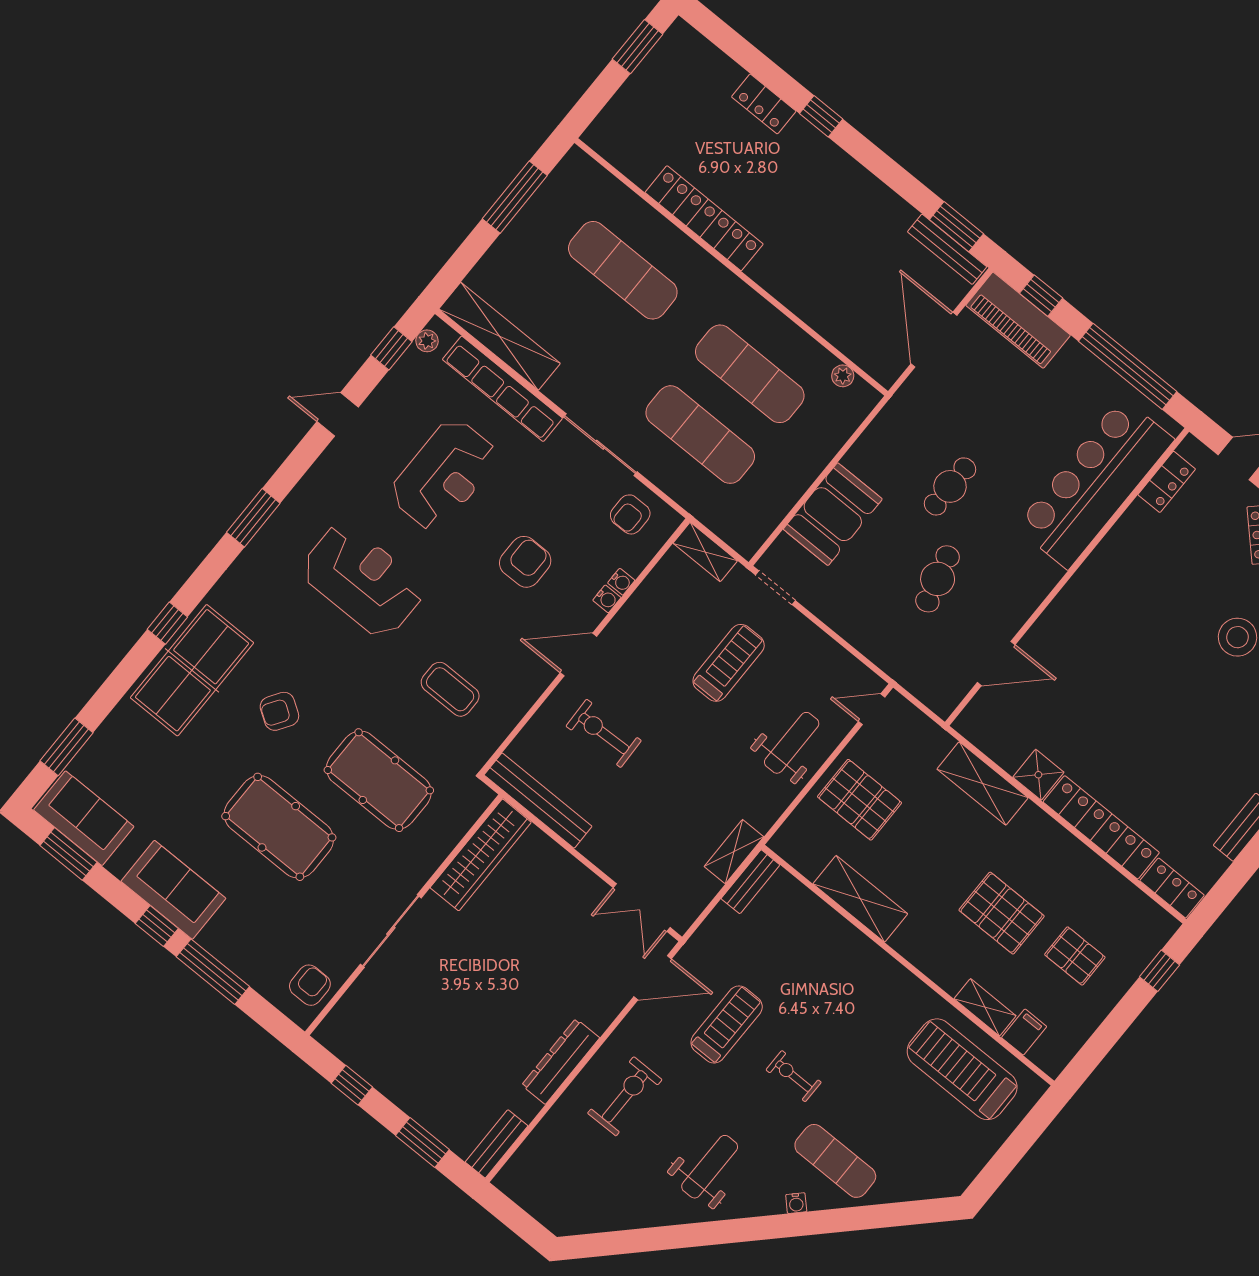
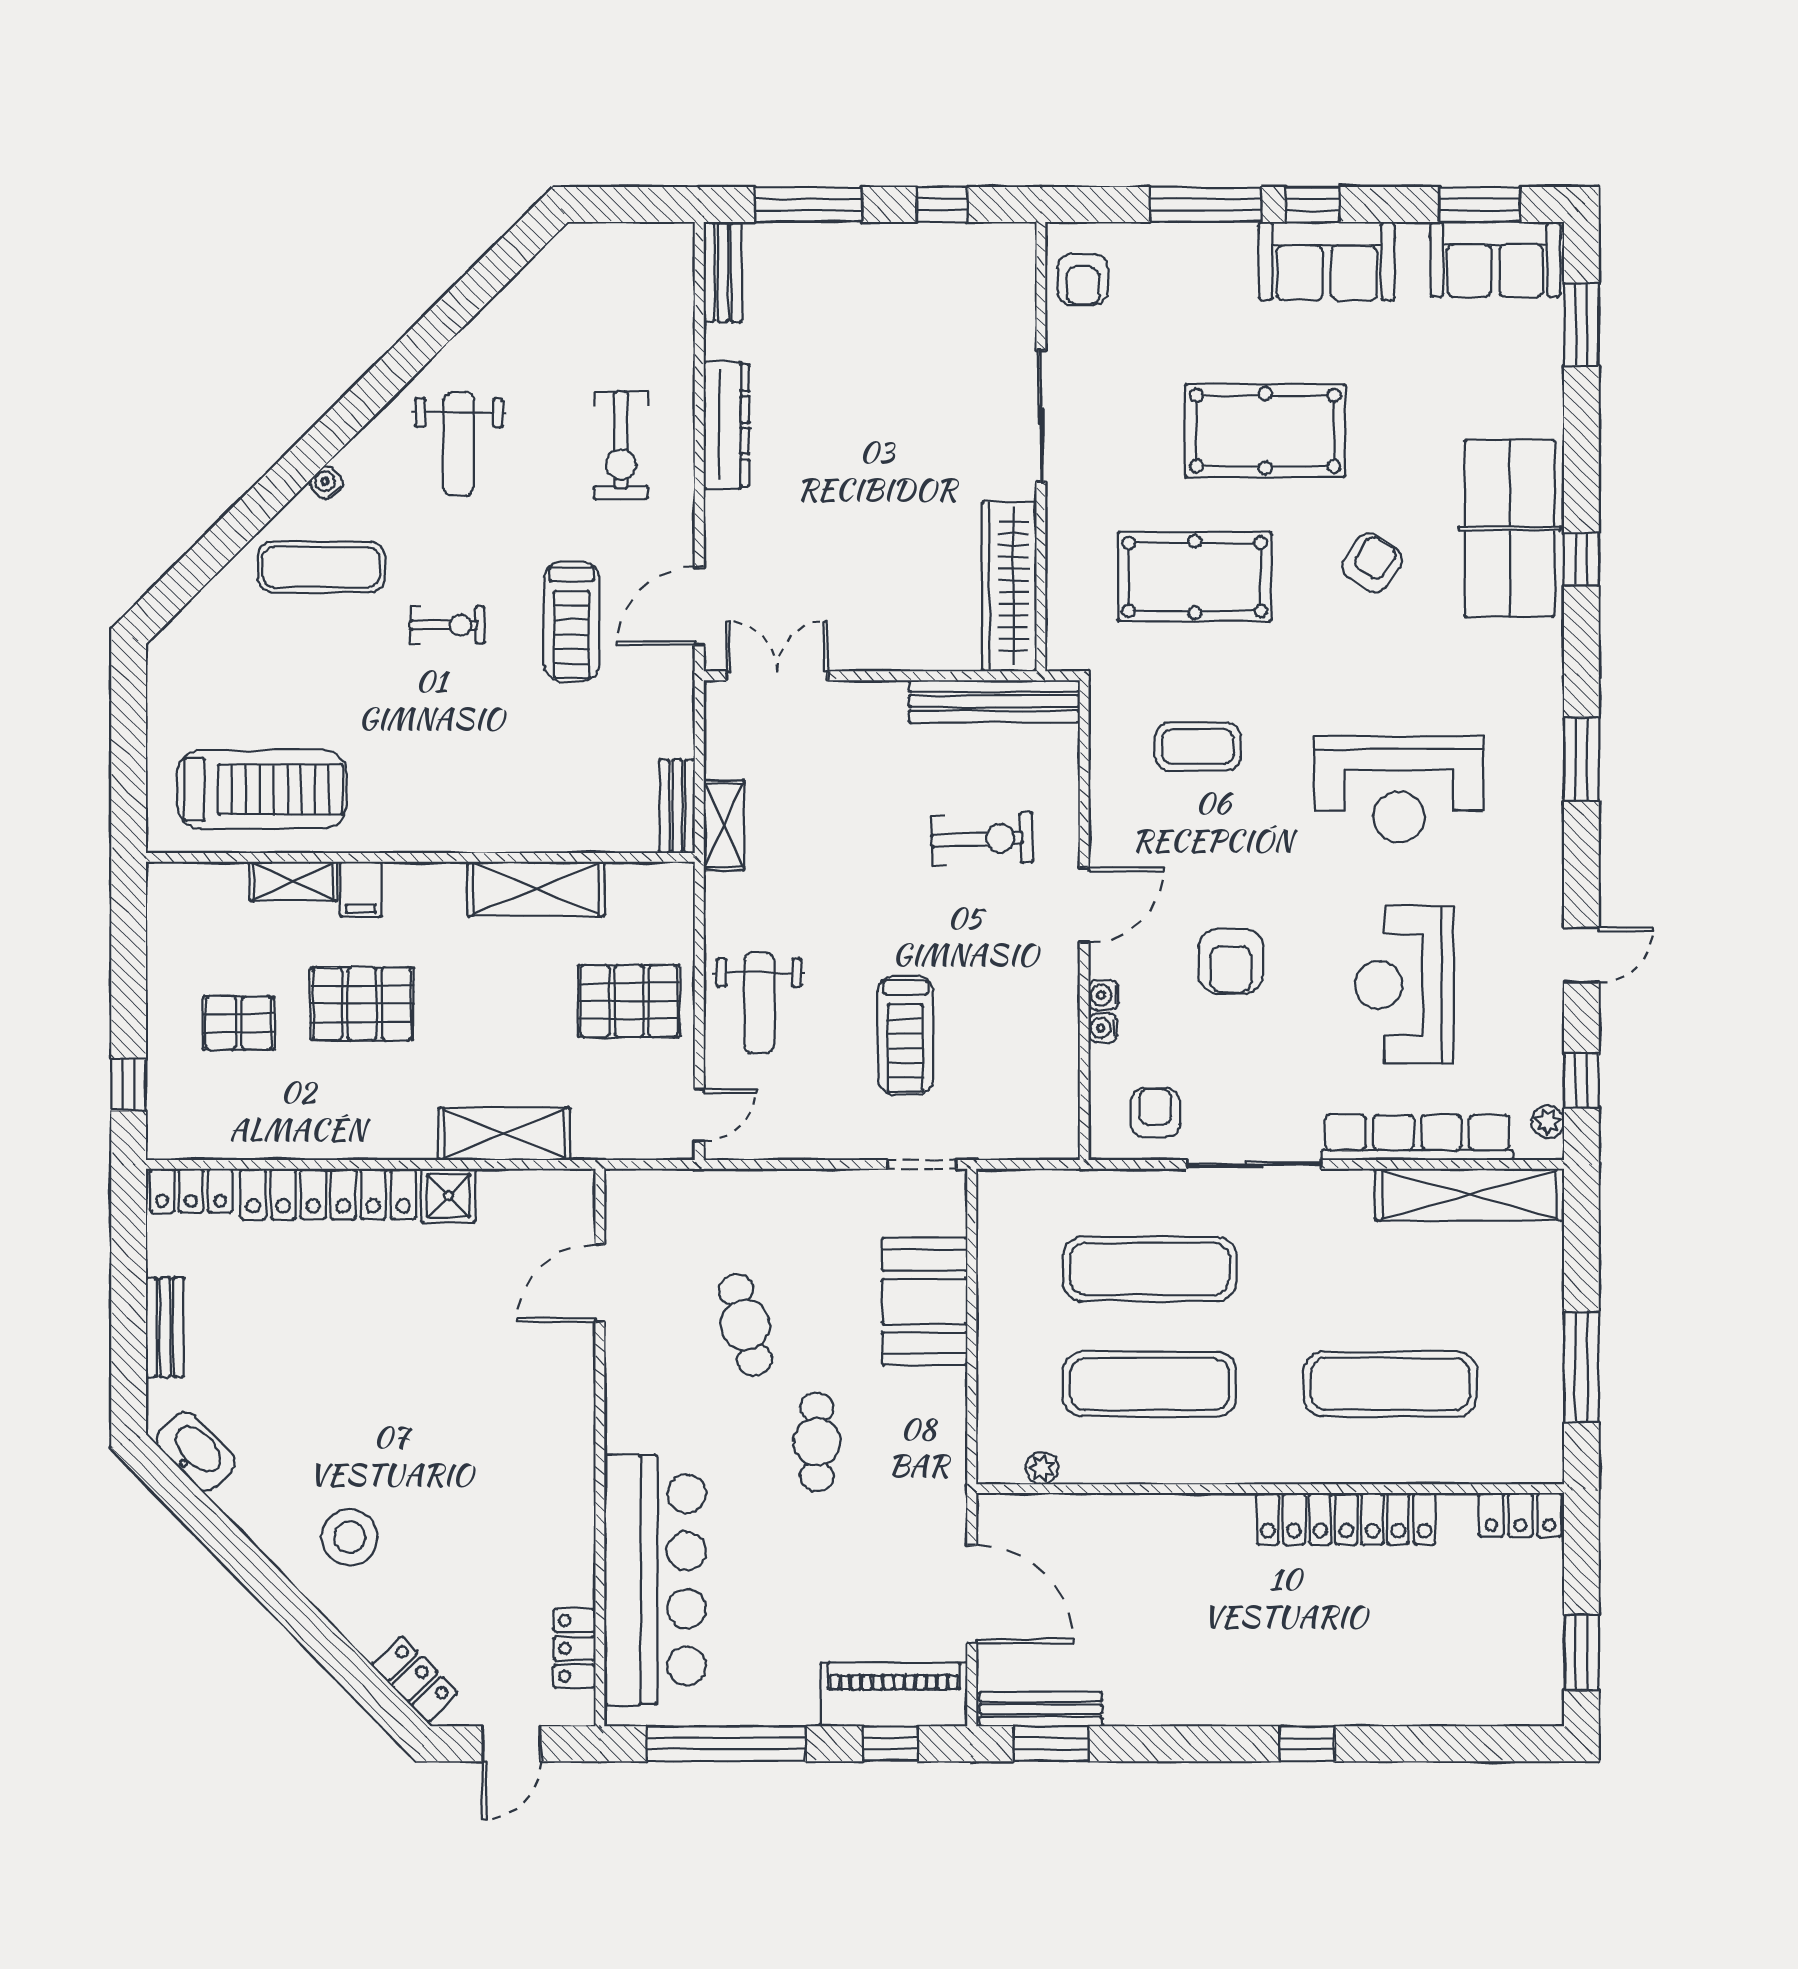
locker: (764, 104) -> (1520, 1515), moved, turned 180
shelving: (705, 552) -> (1035, 1140), removed
filing cabinet: (1024, 1032) -> (361, 889), moved
window: (422, 1143) -> (808, 205), width x1.44

